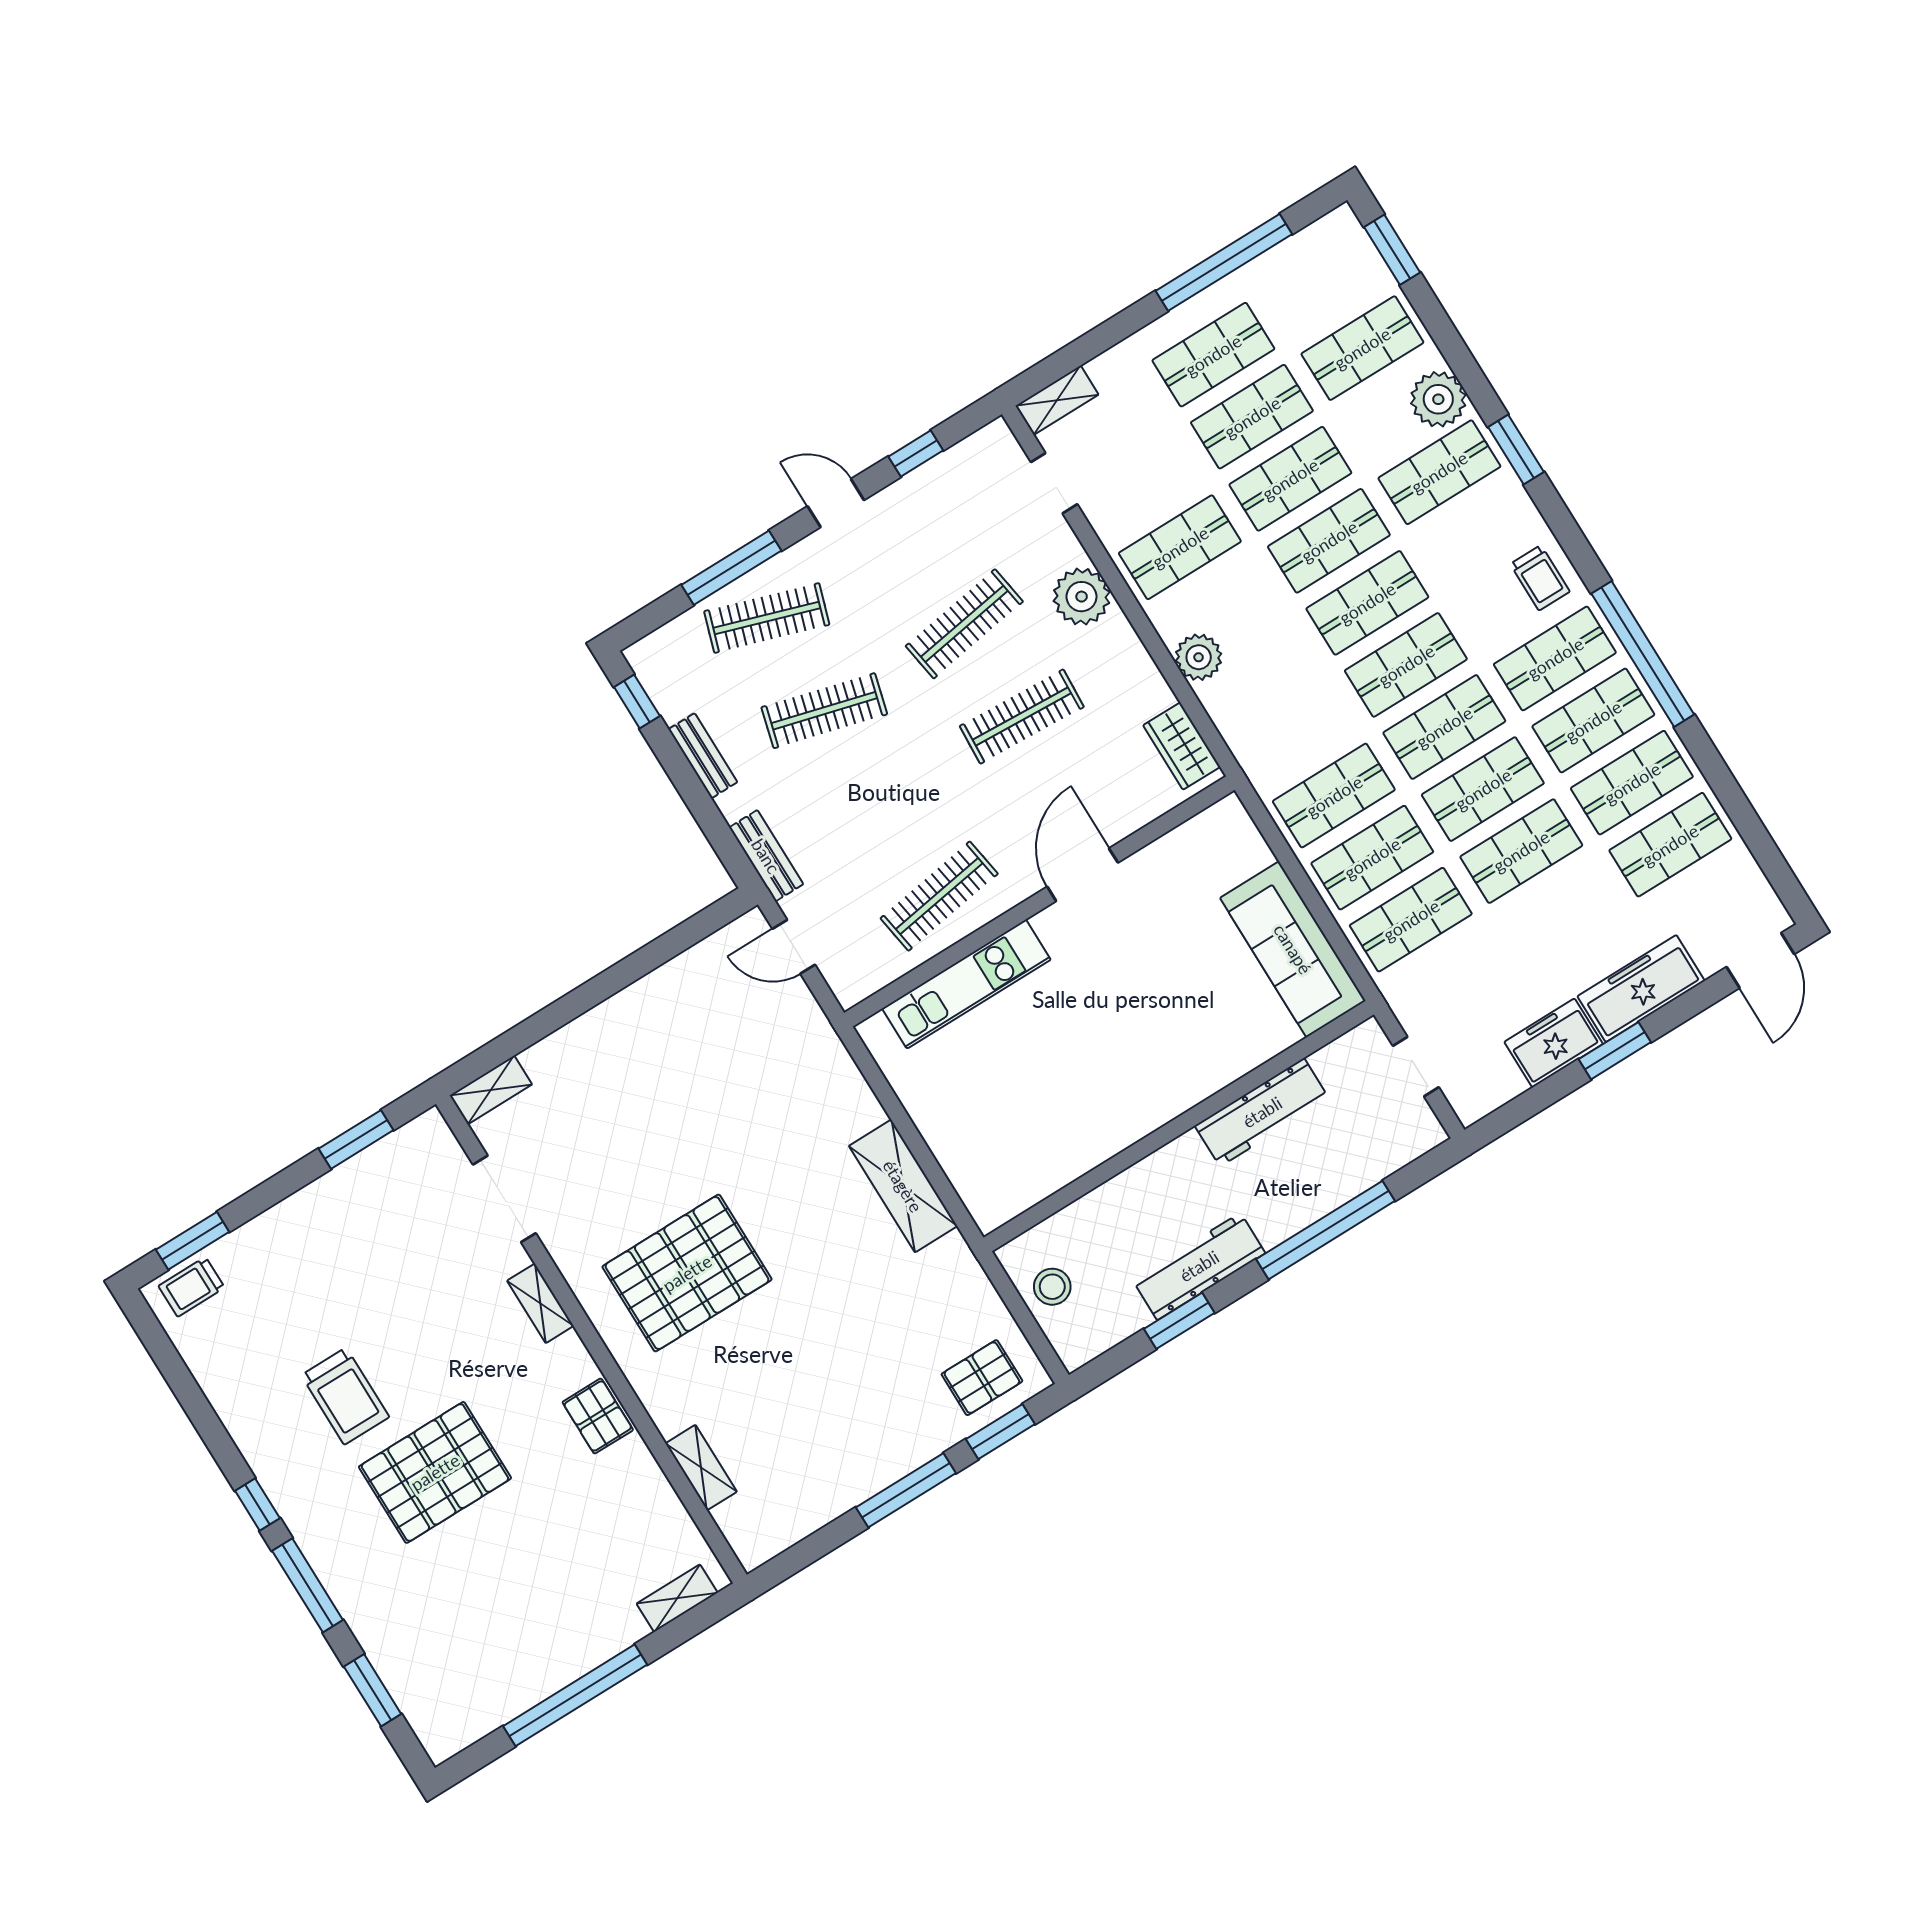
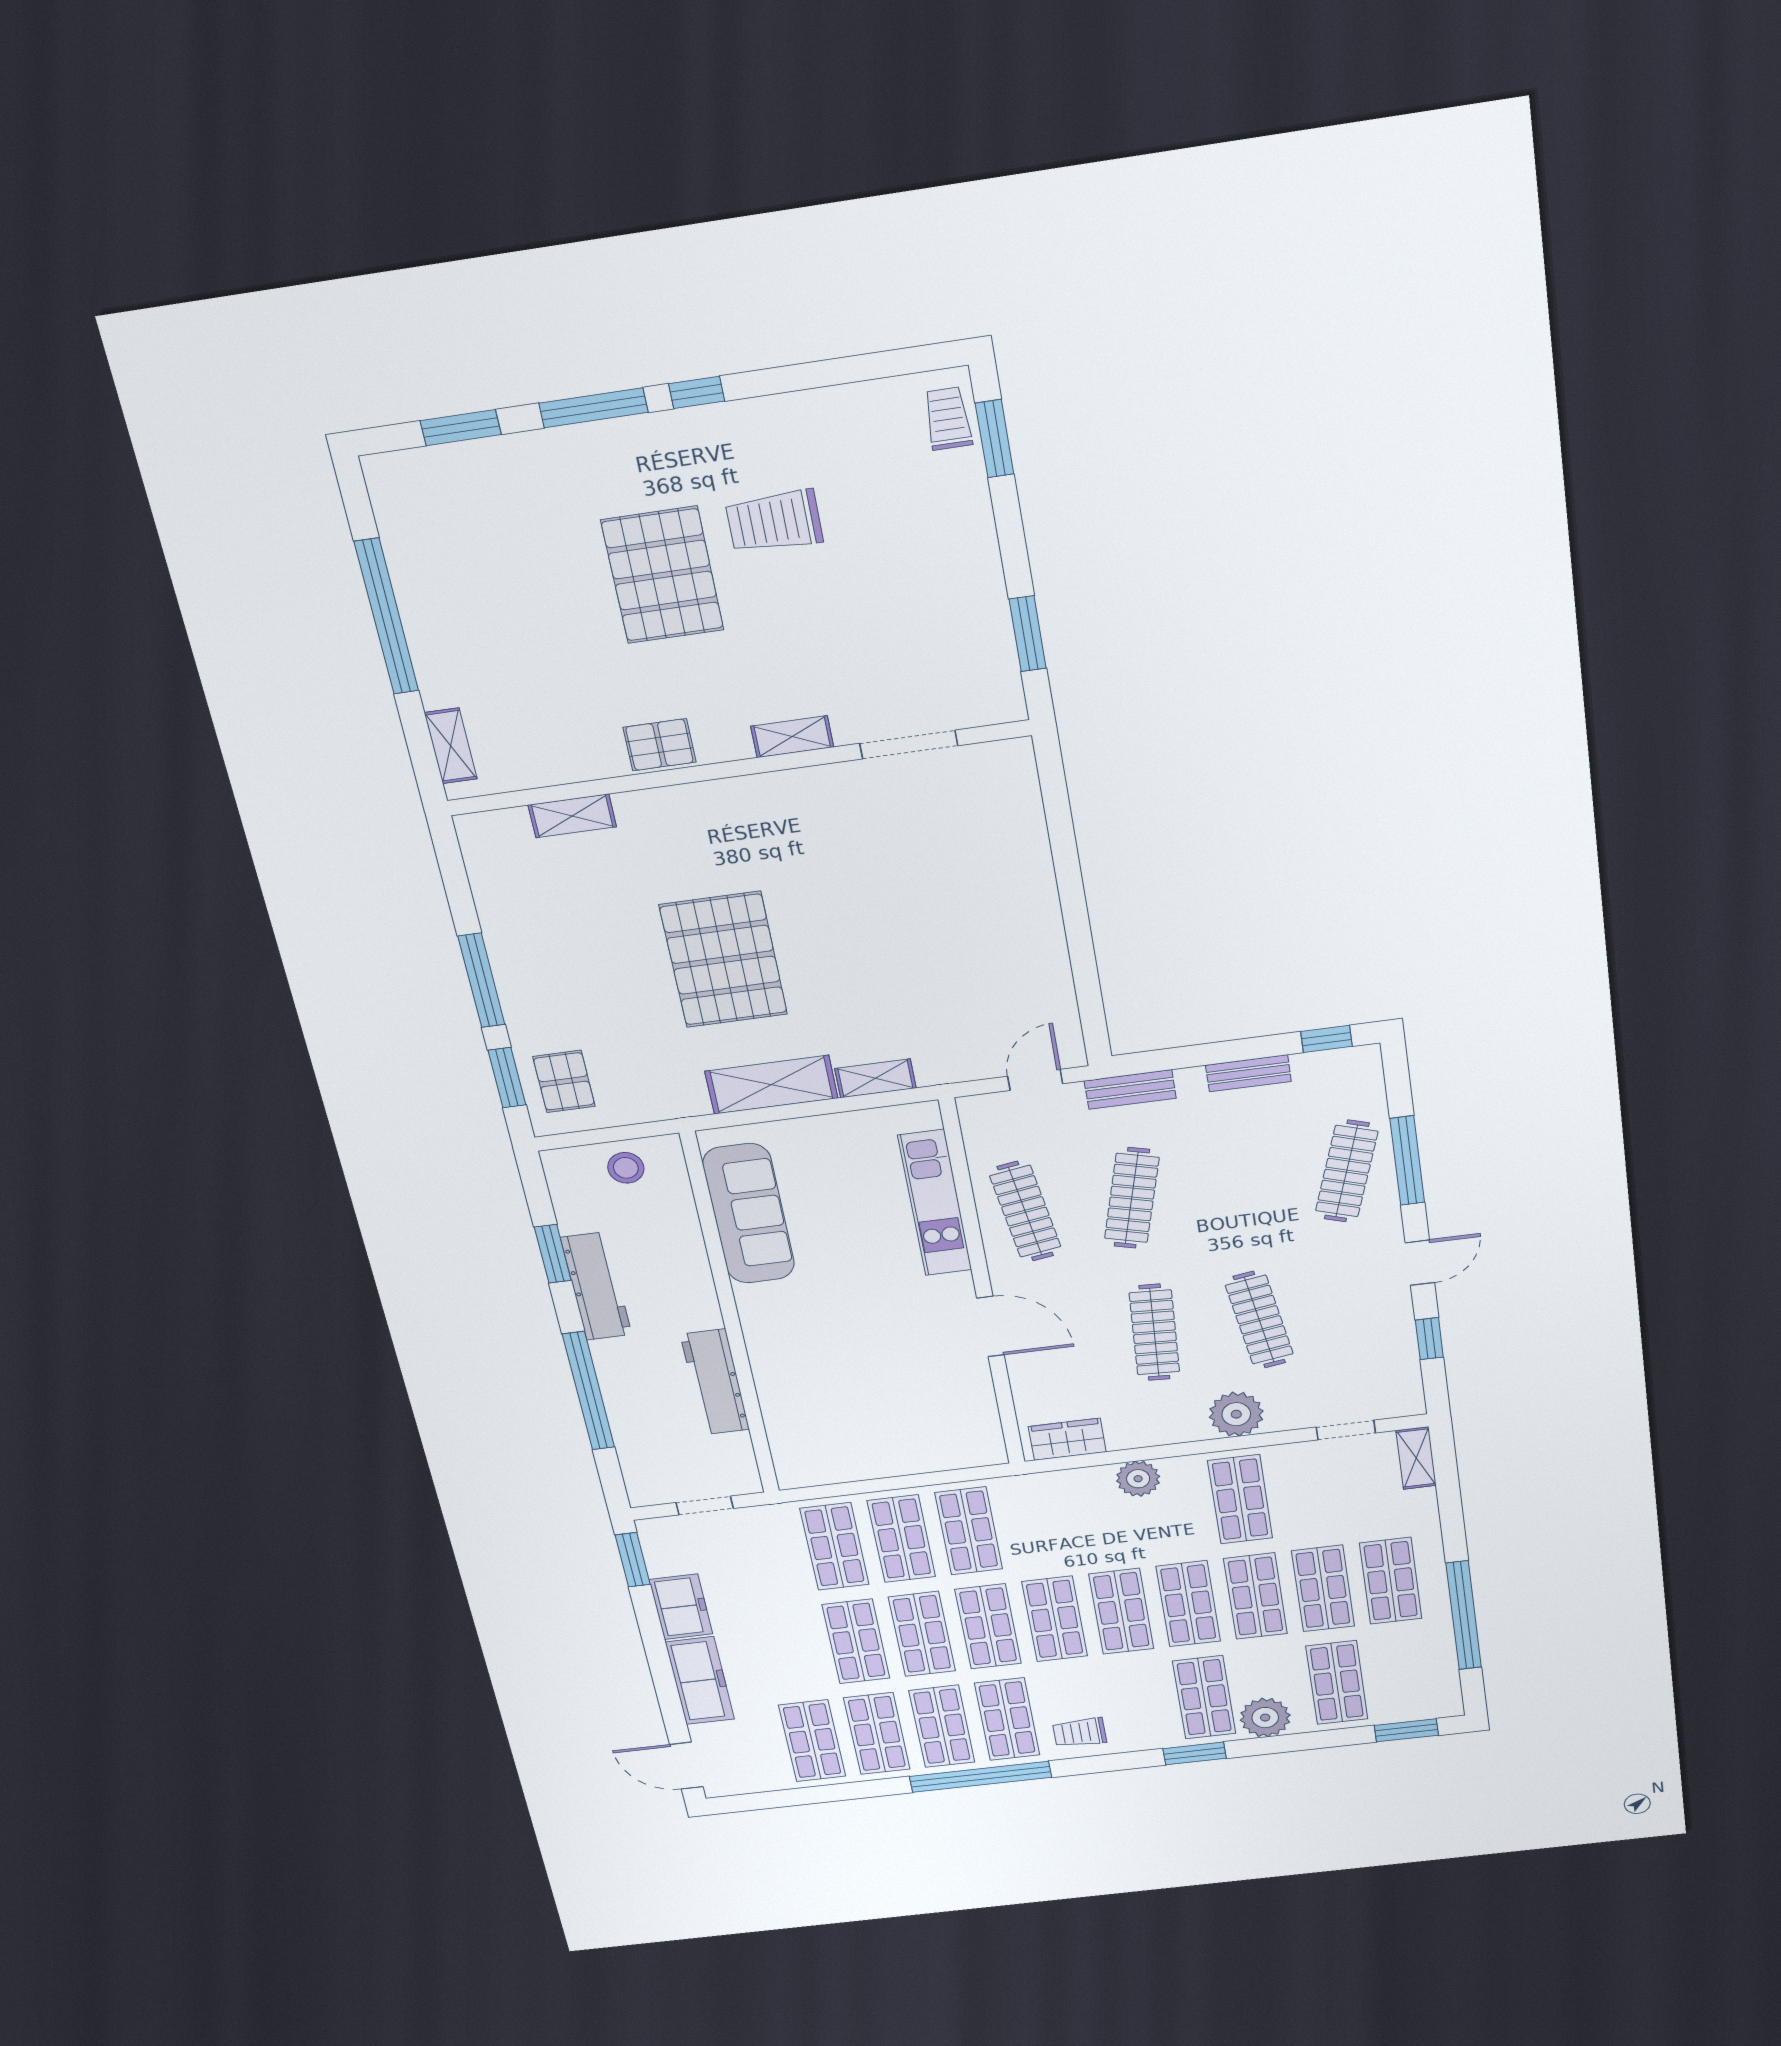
clothes rail: (824, 711) -> (1132, 1198), moved
sofa: (1293, 949) -> (749, 1214), moved, turned 90
window: (1615, 1051) -> (633, 1560), moved
shelving: (491, 1090) -> (875, 1078), moved, turned 90
pallet: (687, 1273) -> (723, 960), moved

